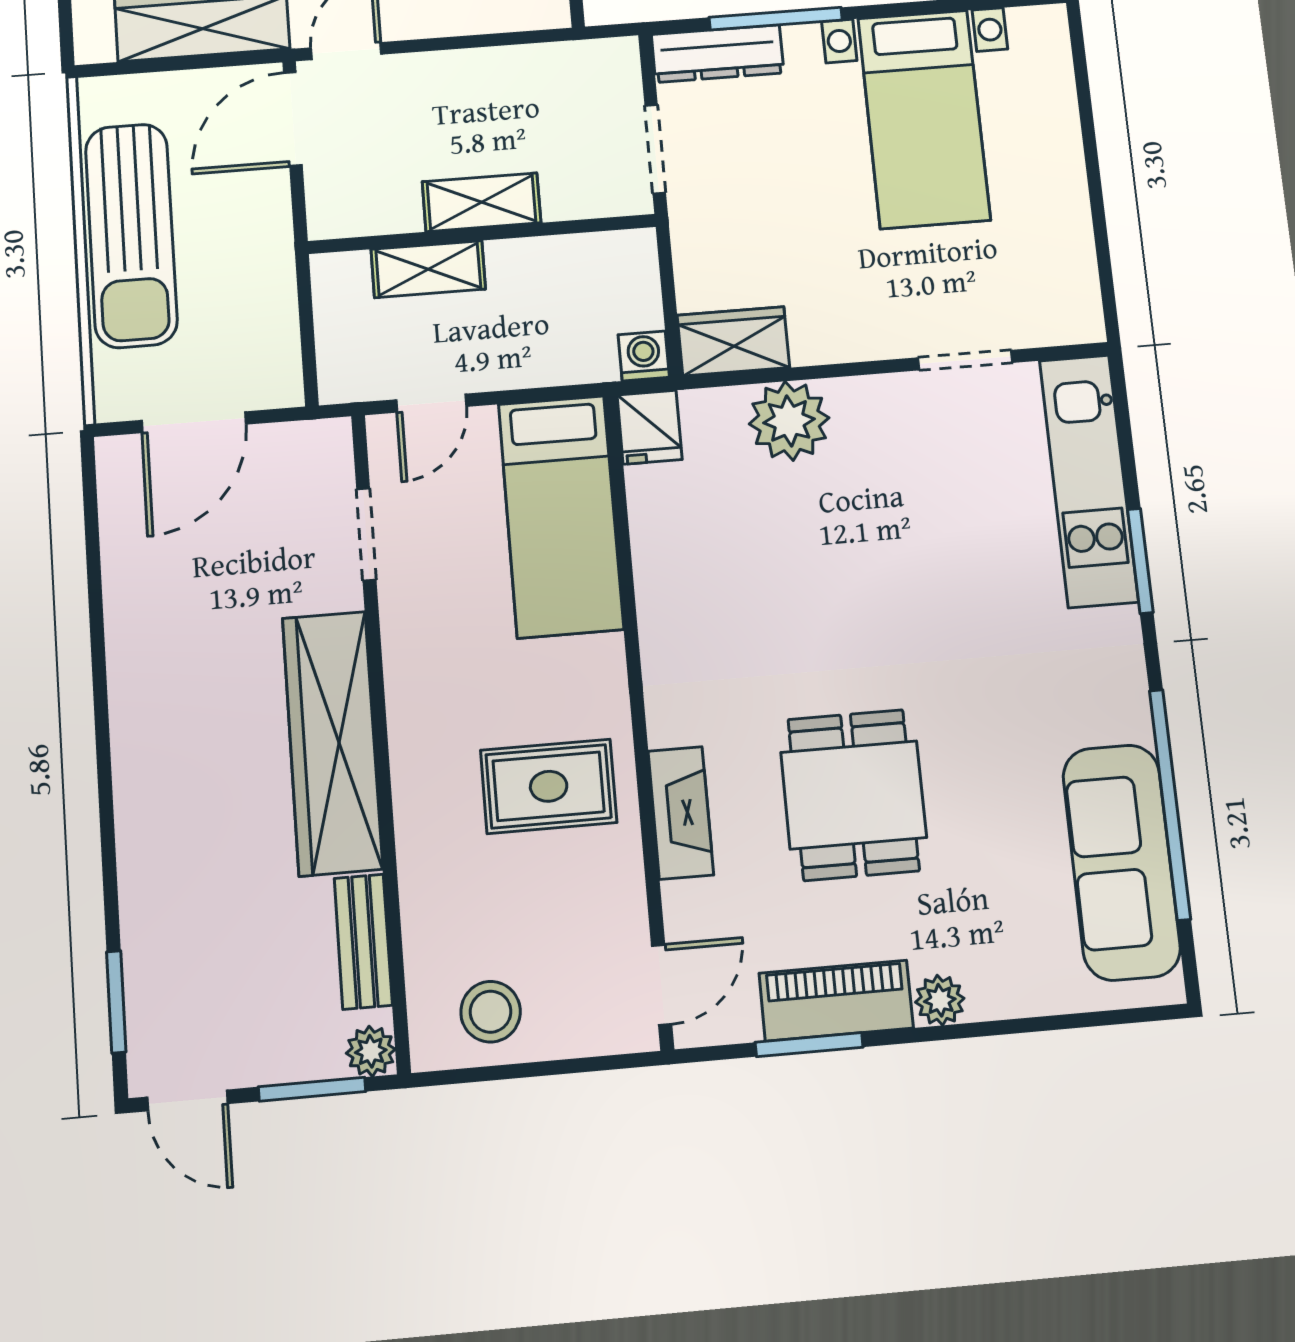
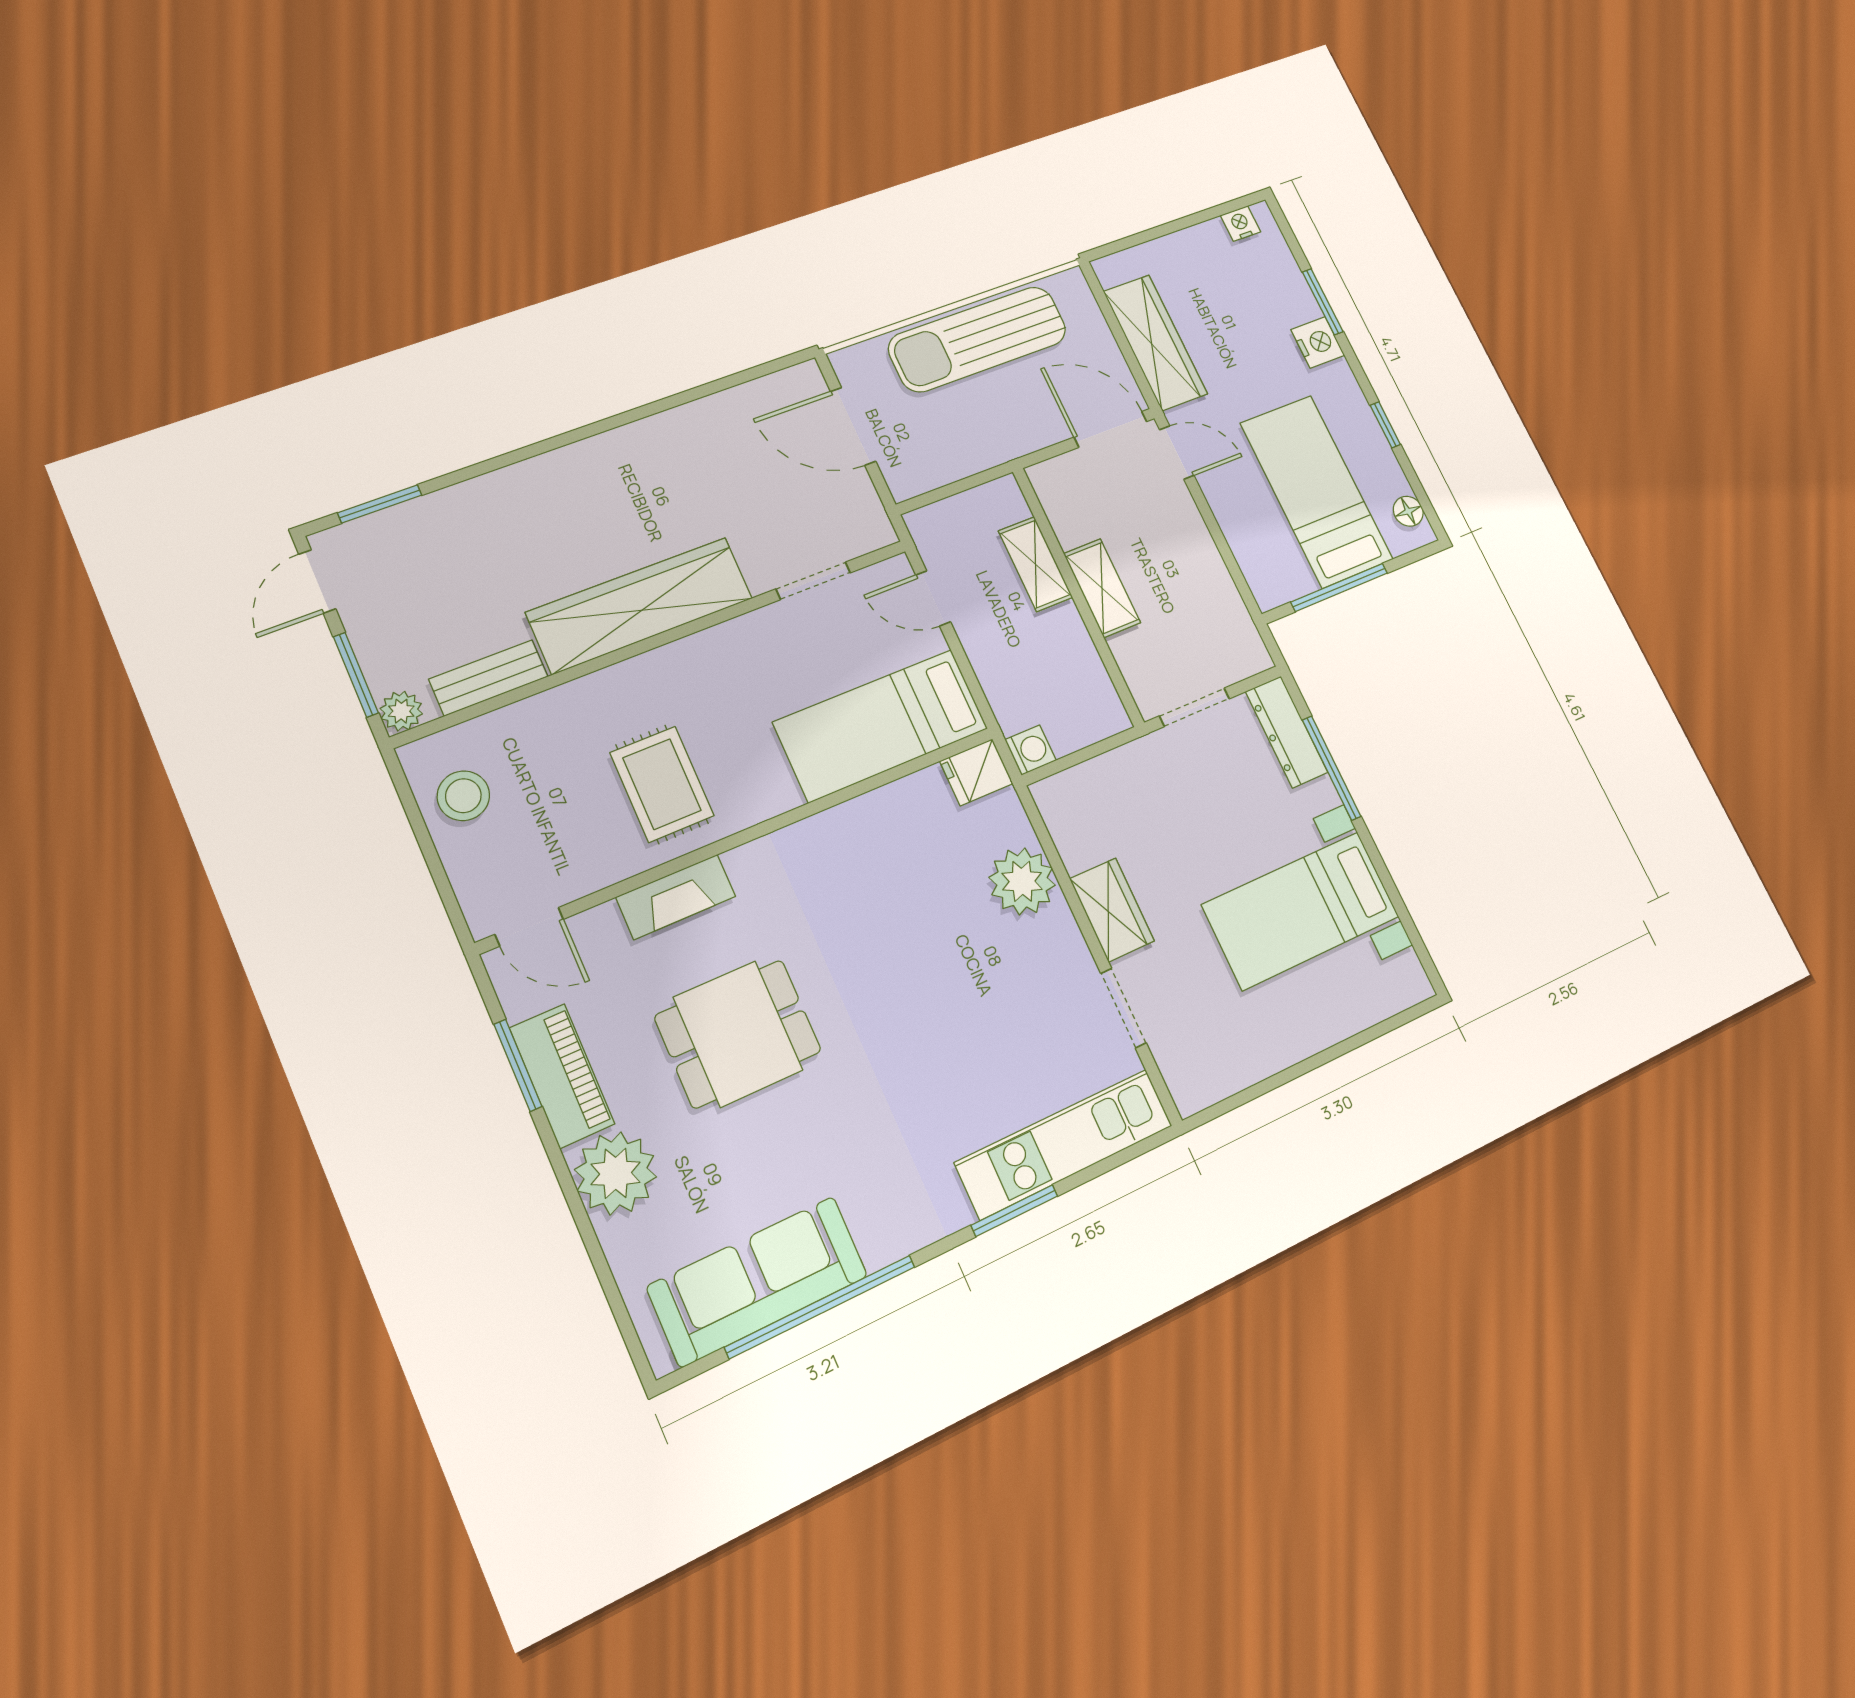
wardrobe: (733, 341) -> (1112, 910), moved
plant: (940, 1000) -> (616, 1173), width x1.88, depth x1.88

